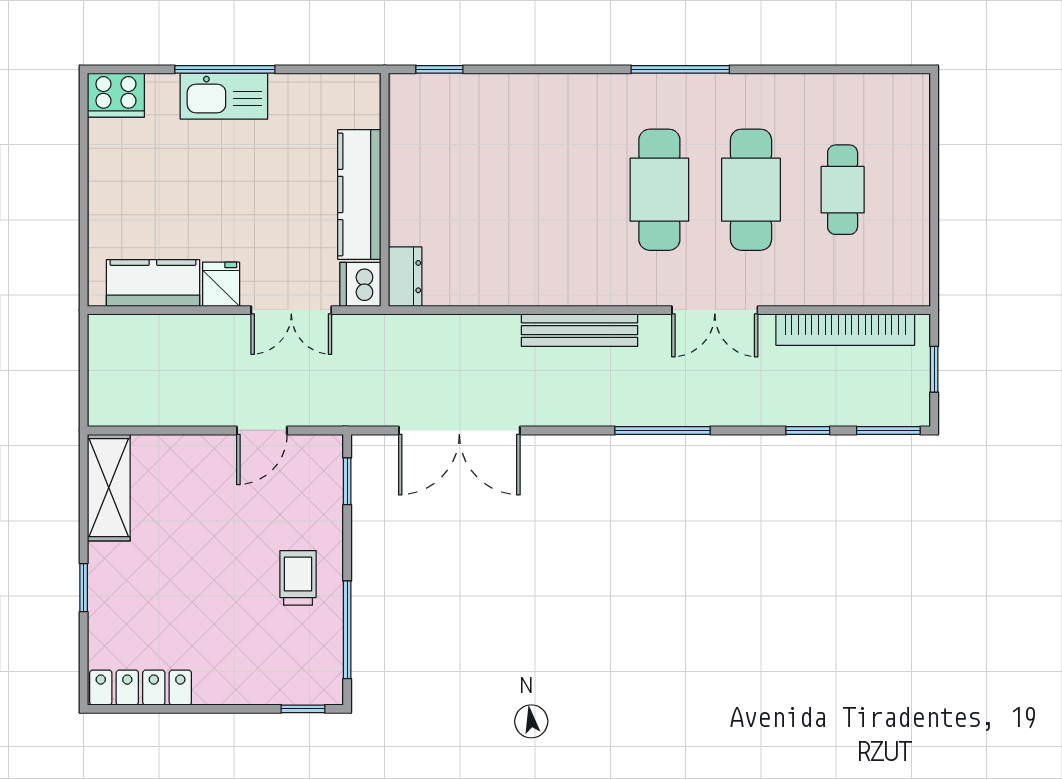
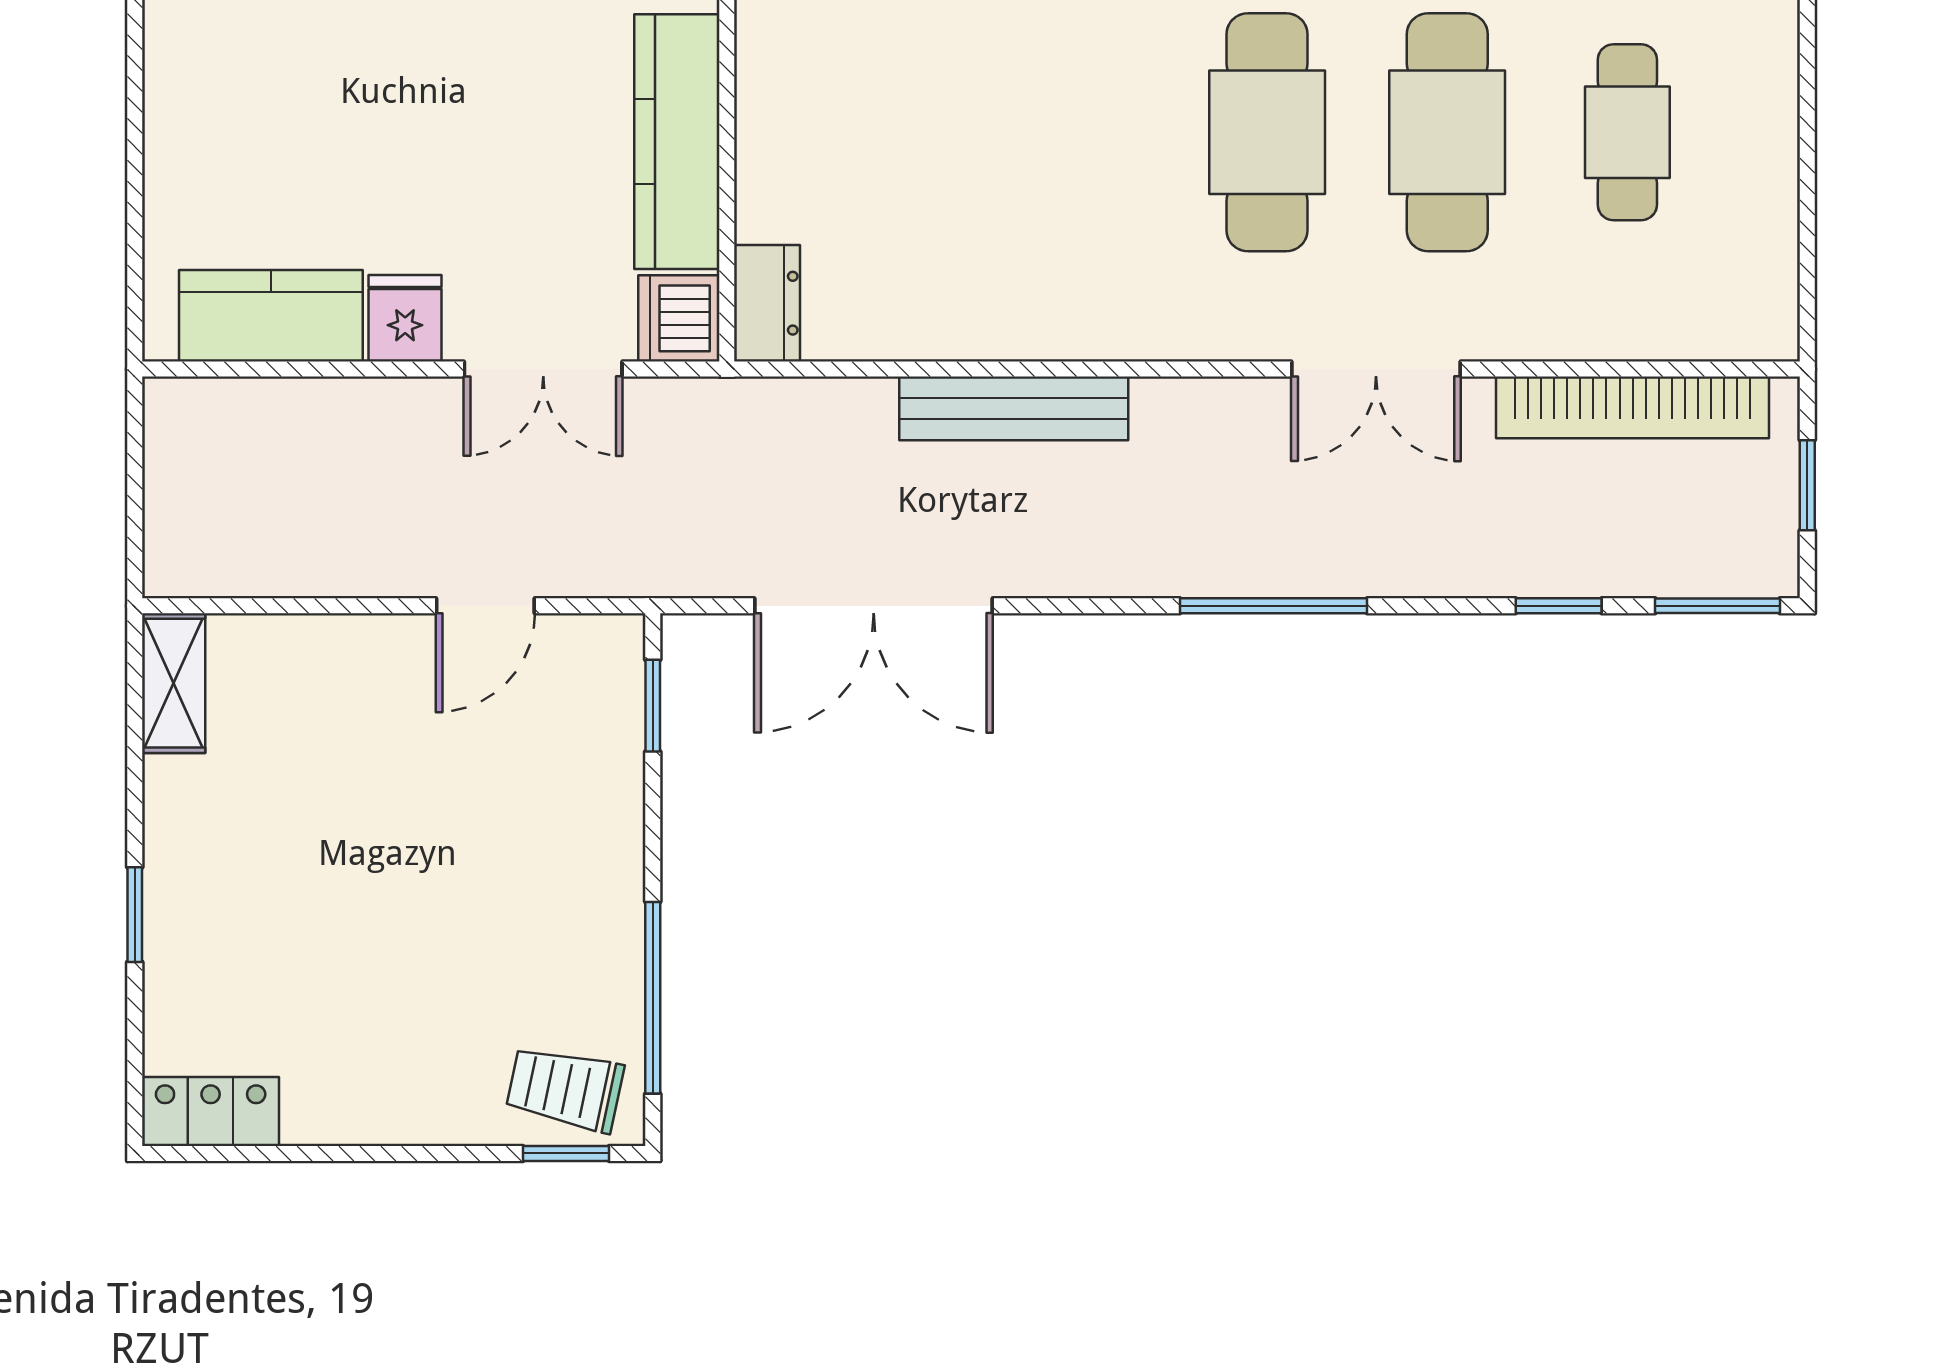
bench: (580, 330) -> (1014, 408), moved
shelving: (109, 488) -> (174, 683), width x0.67, depth x0.75
trolley: (298, 578) -> (565, 1089), moved, turned -78
locker: (141, 688) -> (211, 1112), width x0.66

